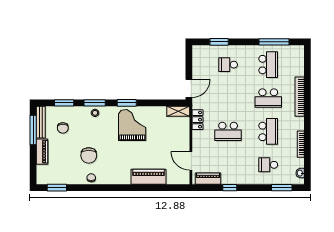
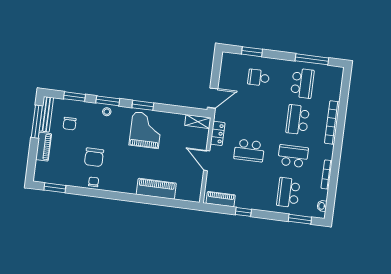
school desk: (268, 98) -> (298, 120), turned 90
school desk: (268, 131) -> (293, 156), turned -90
door: (191, 161) -> (207, 161), moved
school desk: (268, 165) -> (288, 192), width x1.85

